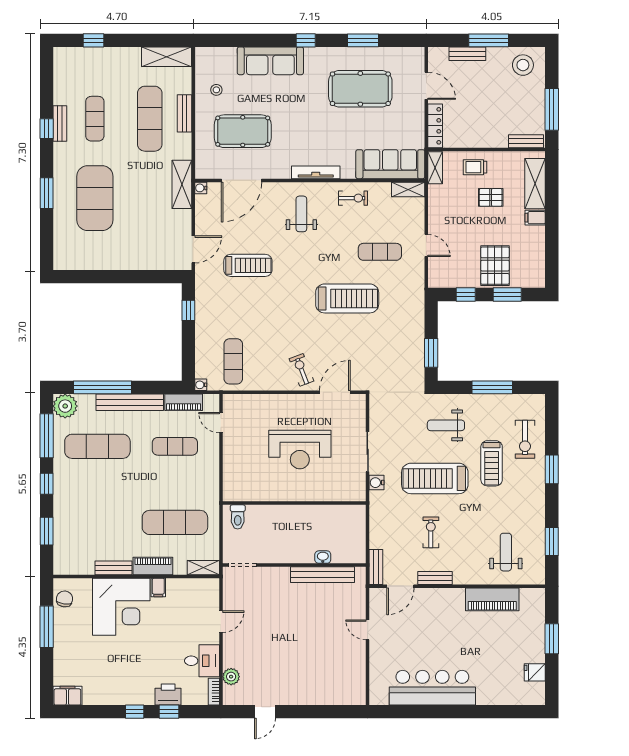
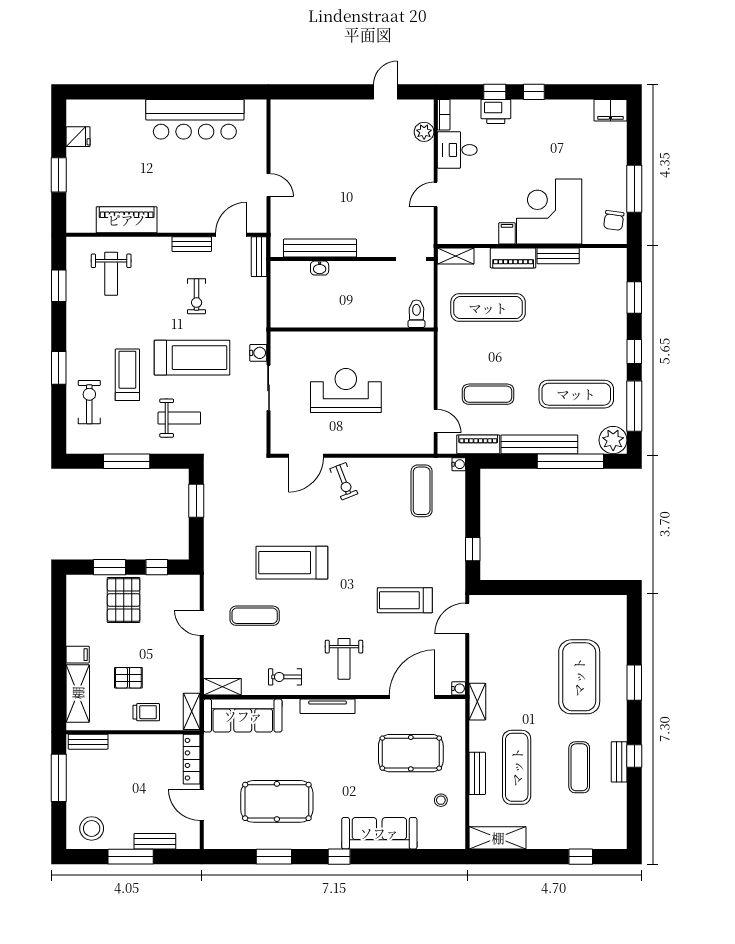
shelving: (182, 184) -> (477, 702), width x0.67, depth x0.75

